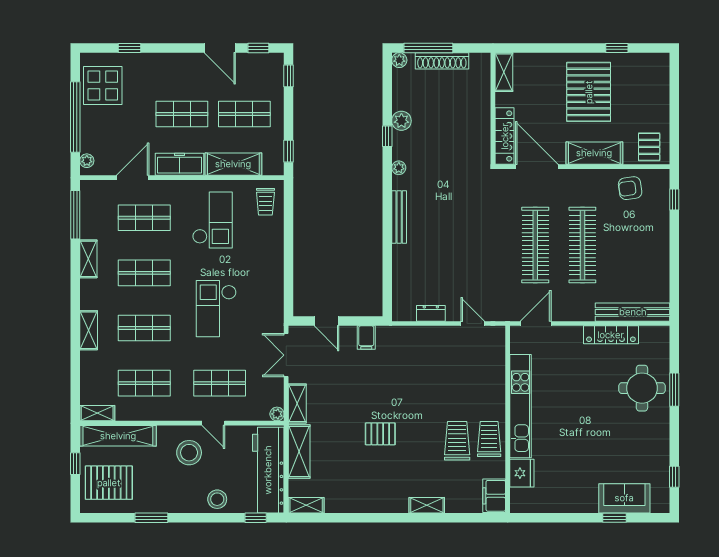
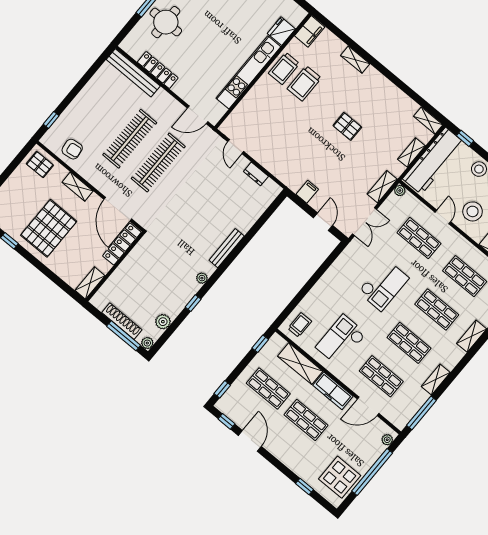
plant: (401, 121) -> (163, 322), moved
pallet: (649, 147) -> (40, 165), turned 90
shelving: (594, 153) -> (78, 187), width x0.67, depth x0.75
shelving: (299, 451) -> (411, 153), width x0.67, depth x0.75

